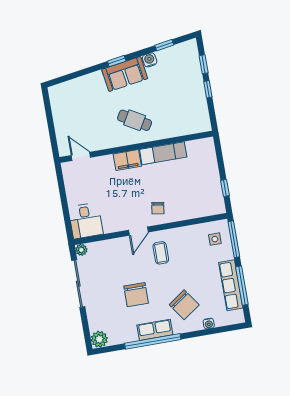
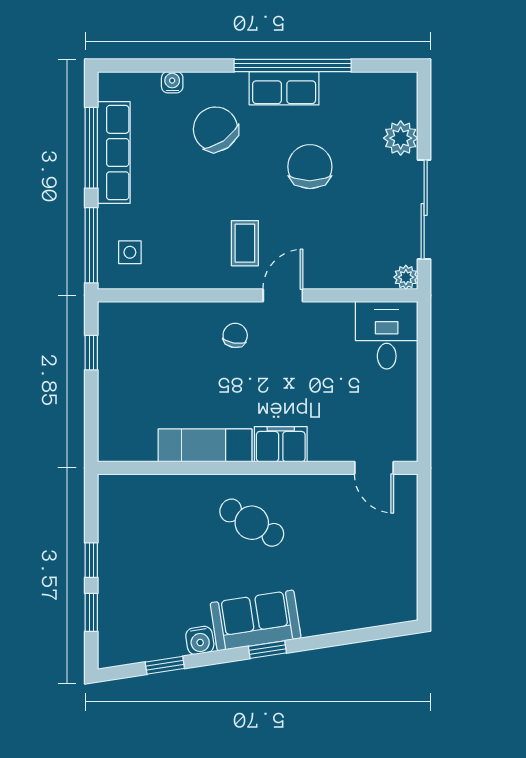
plant: (99, 339) -> (401, 138), moved

